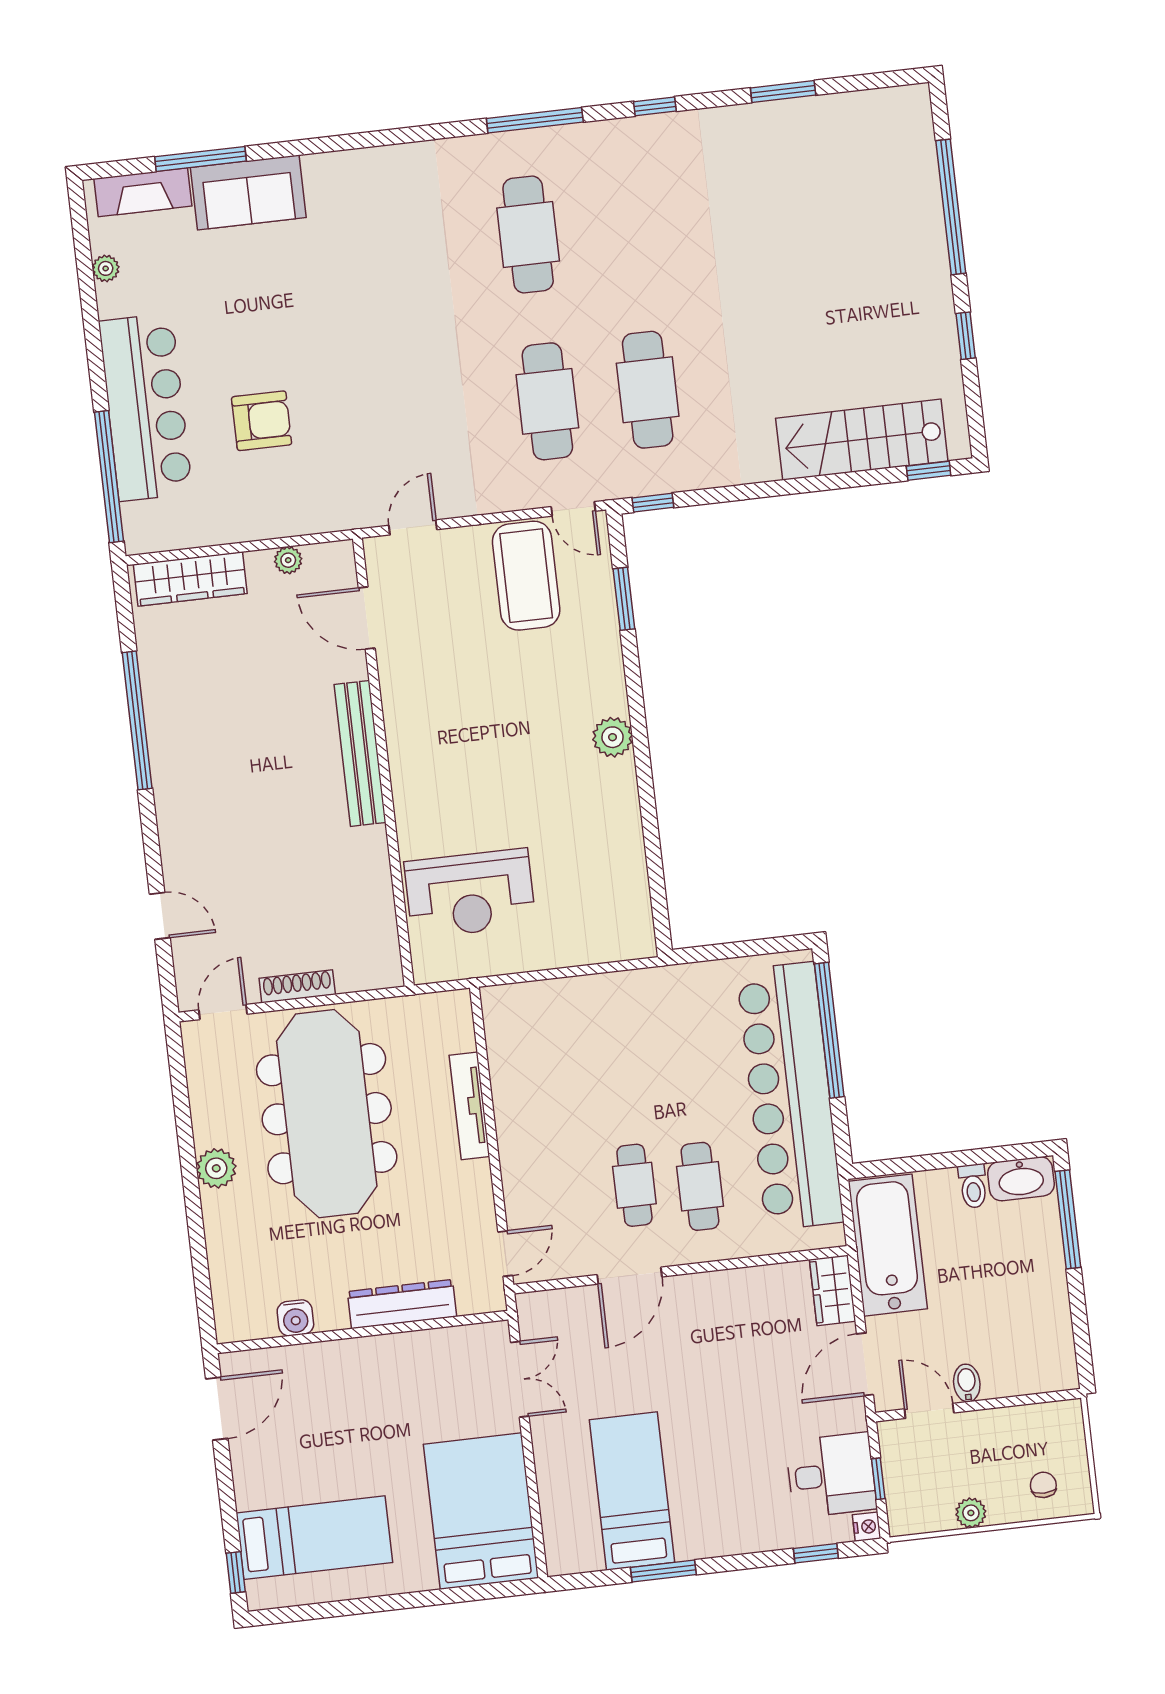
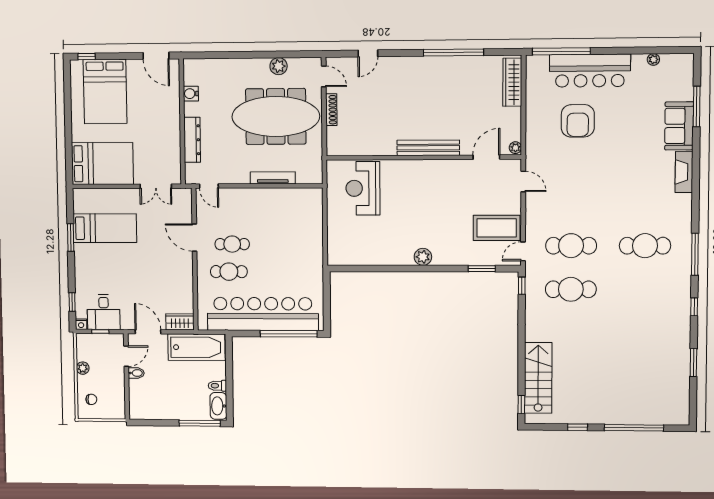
fireplace: (143, 192) -> (684, 172), moved
armchair: (262, 421) -> (578, 121), width x1.36, depth x1.36
plant: (288, 560) -> (515, 148), moved
plant: (216, 1168) -> (279, 66), moved
bed: (314, 1538) -> (105, 92), width x1.50

